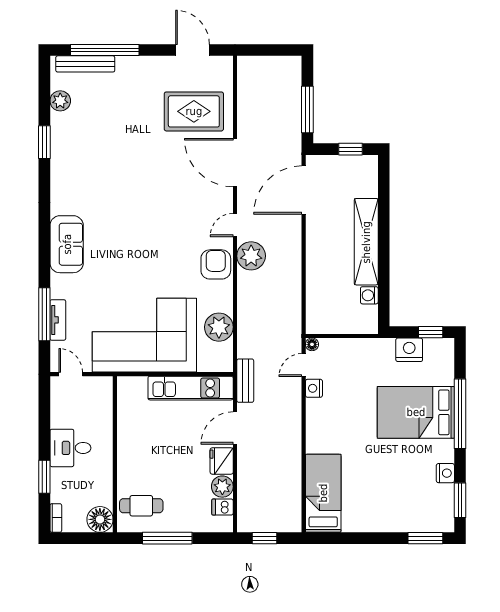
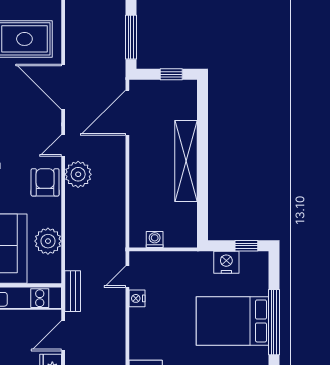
washing machine: (369, 295) -> (155, 239), moved, turned 90
floor lamp: (312, 344) -> (135, 257), removed

